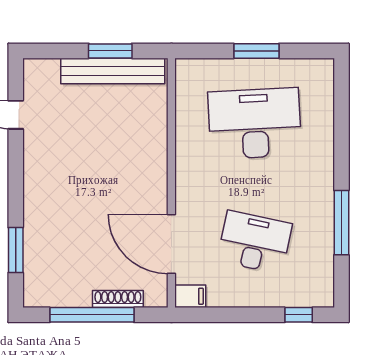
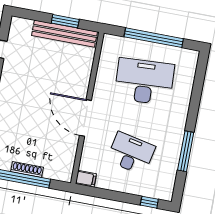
window: (256, 51) -> (154, 38), width x2.11
door: (171, 244) -> (85, 118), moved
shoe rack: (118, 299) -> (27, 169), moved

